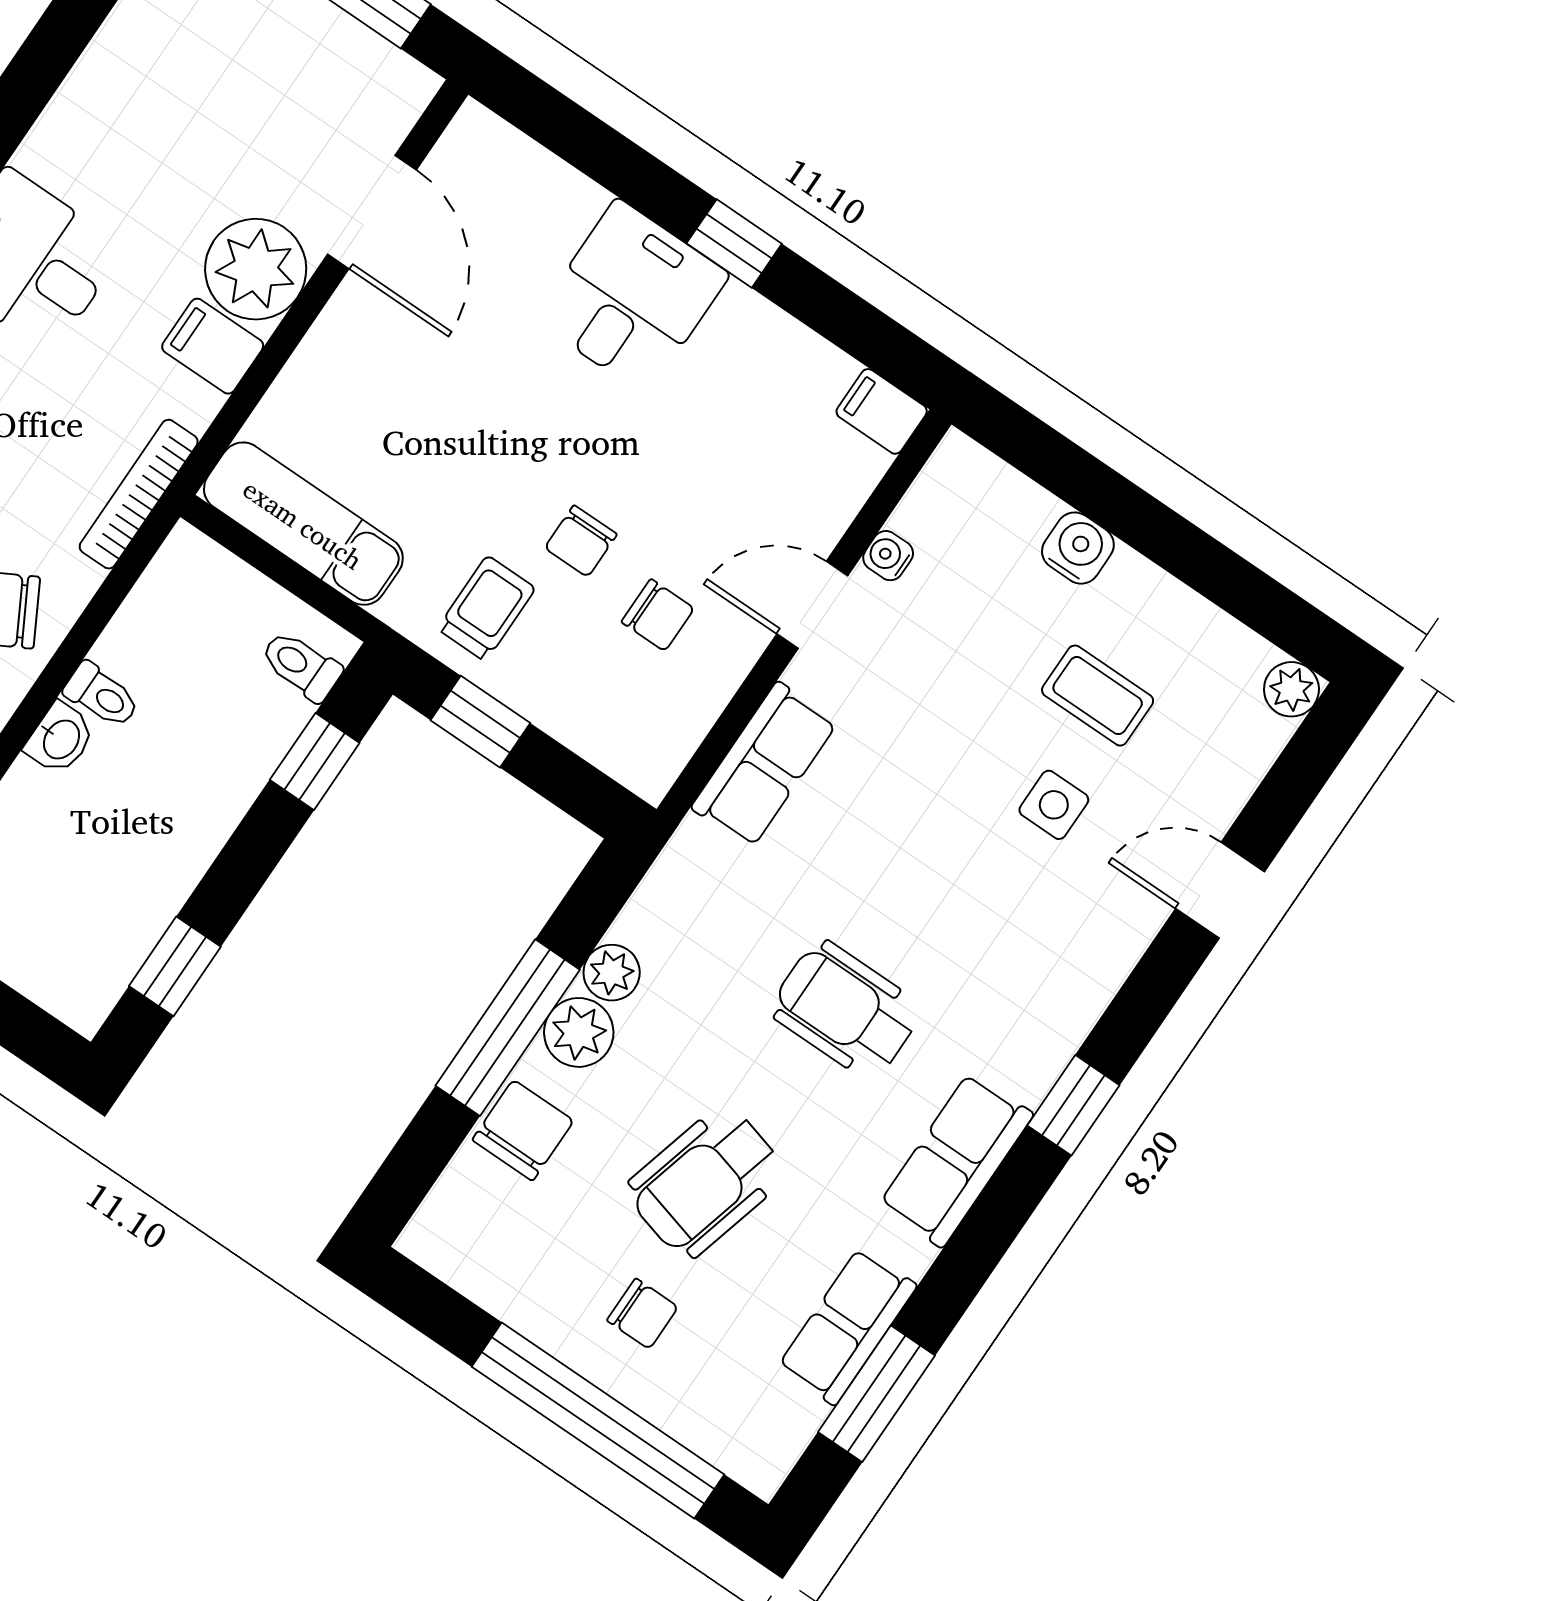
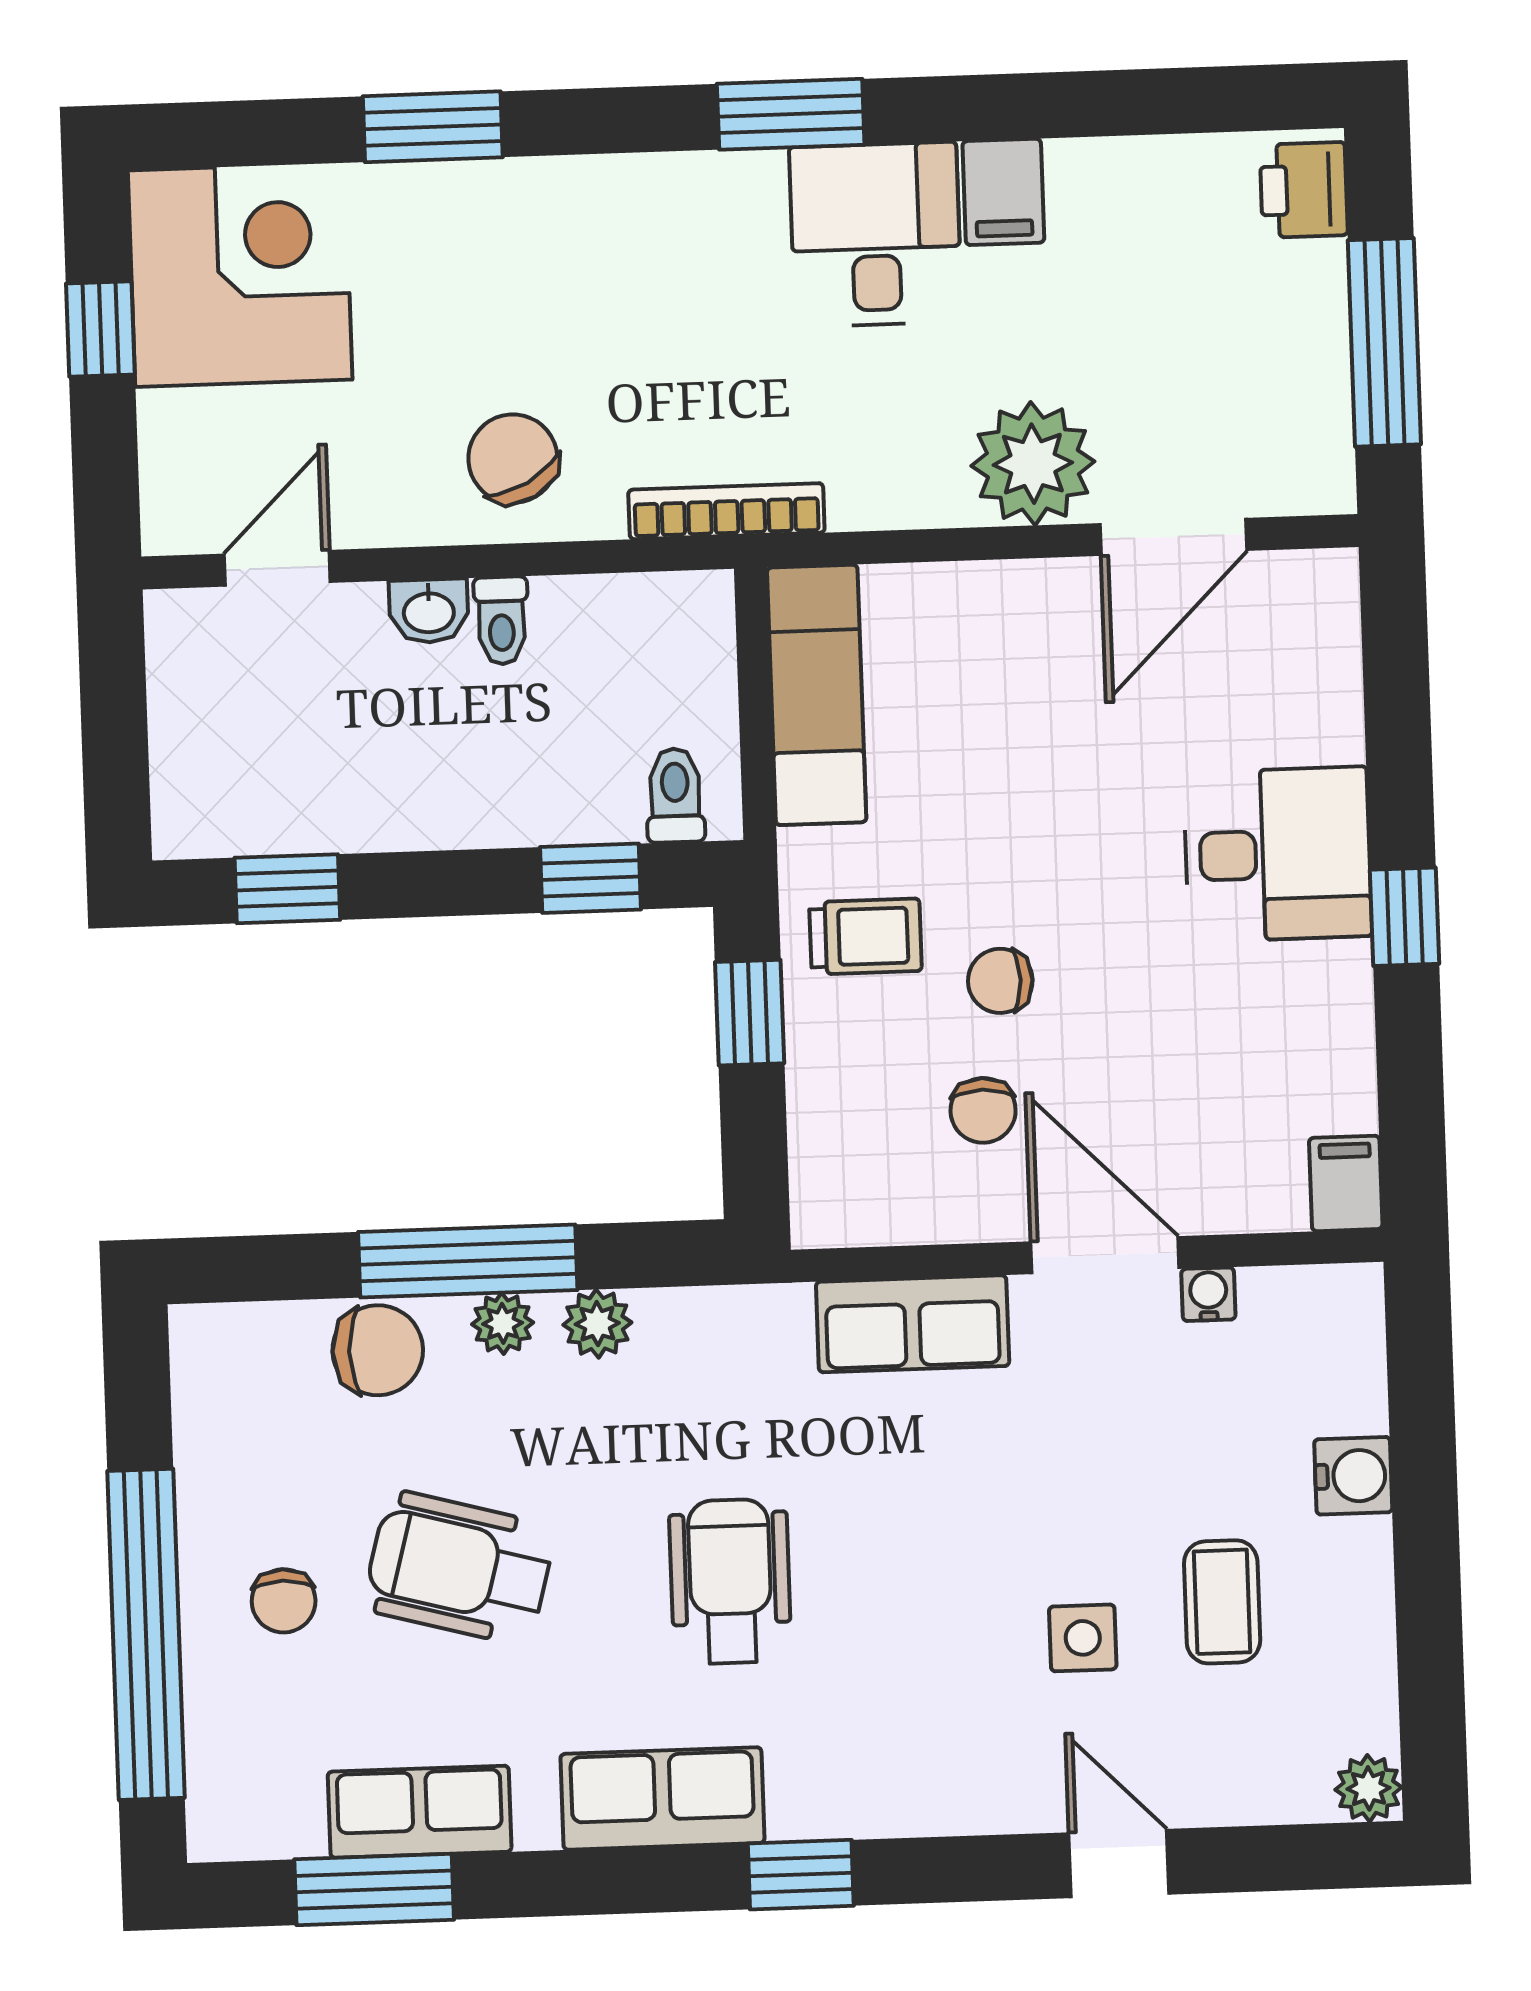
filing cabinet: (213, 346) -> (1003, 192), moved, turned 180
door: (812, 605) -> (1105, 1255), width x1.37
plant: (579, 1032) -> (503, 1323), width x0.73, depth x0.73

